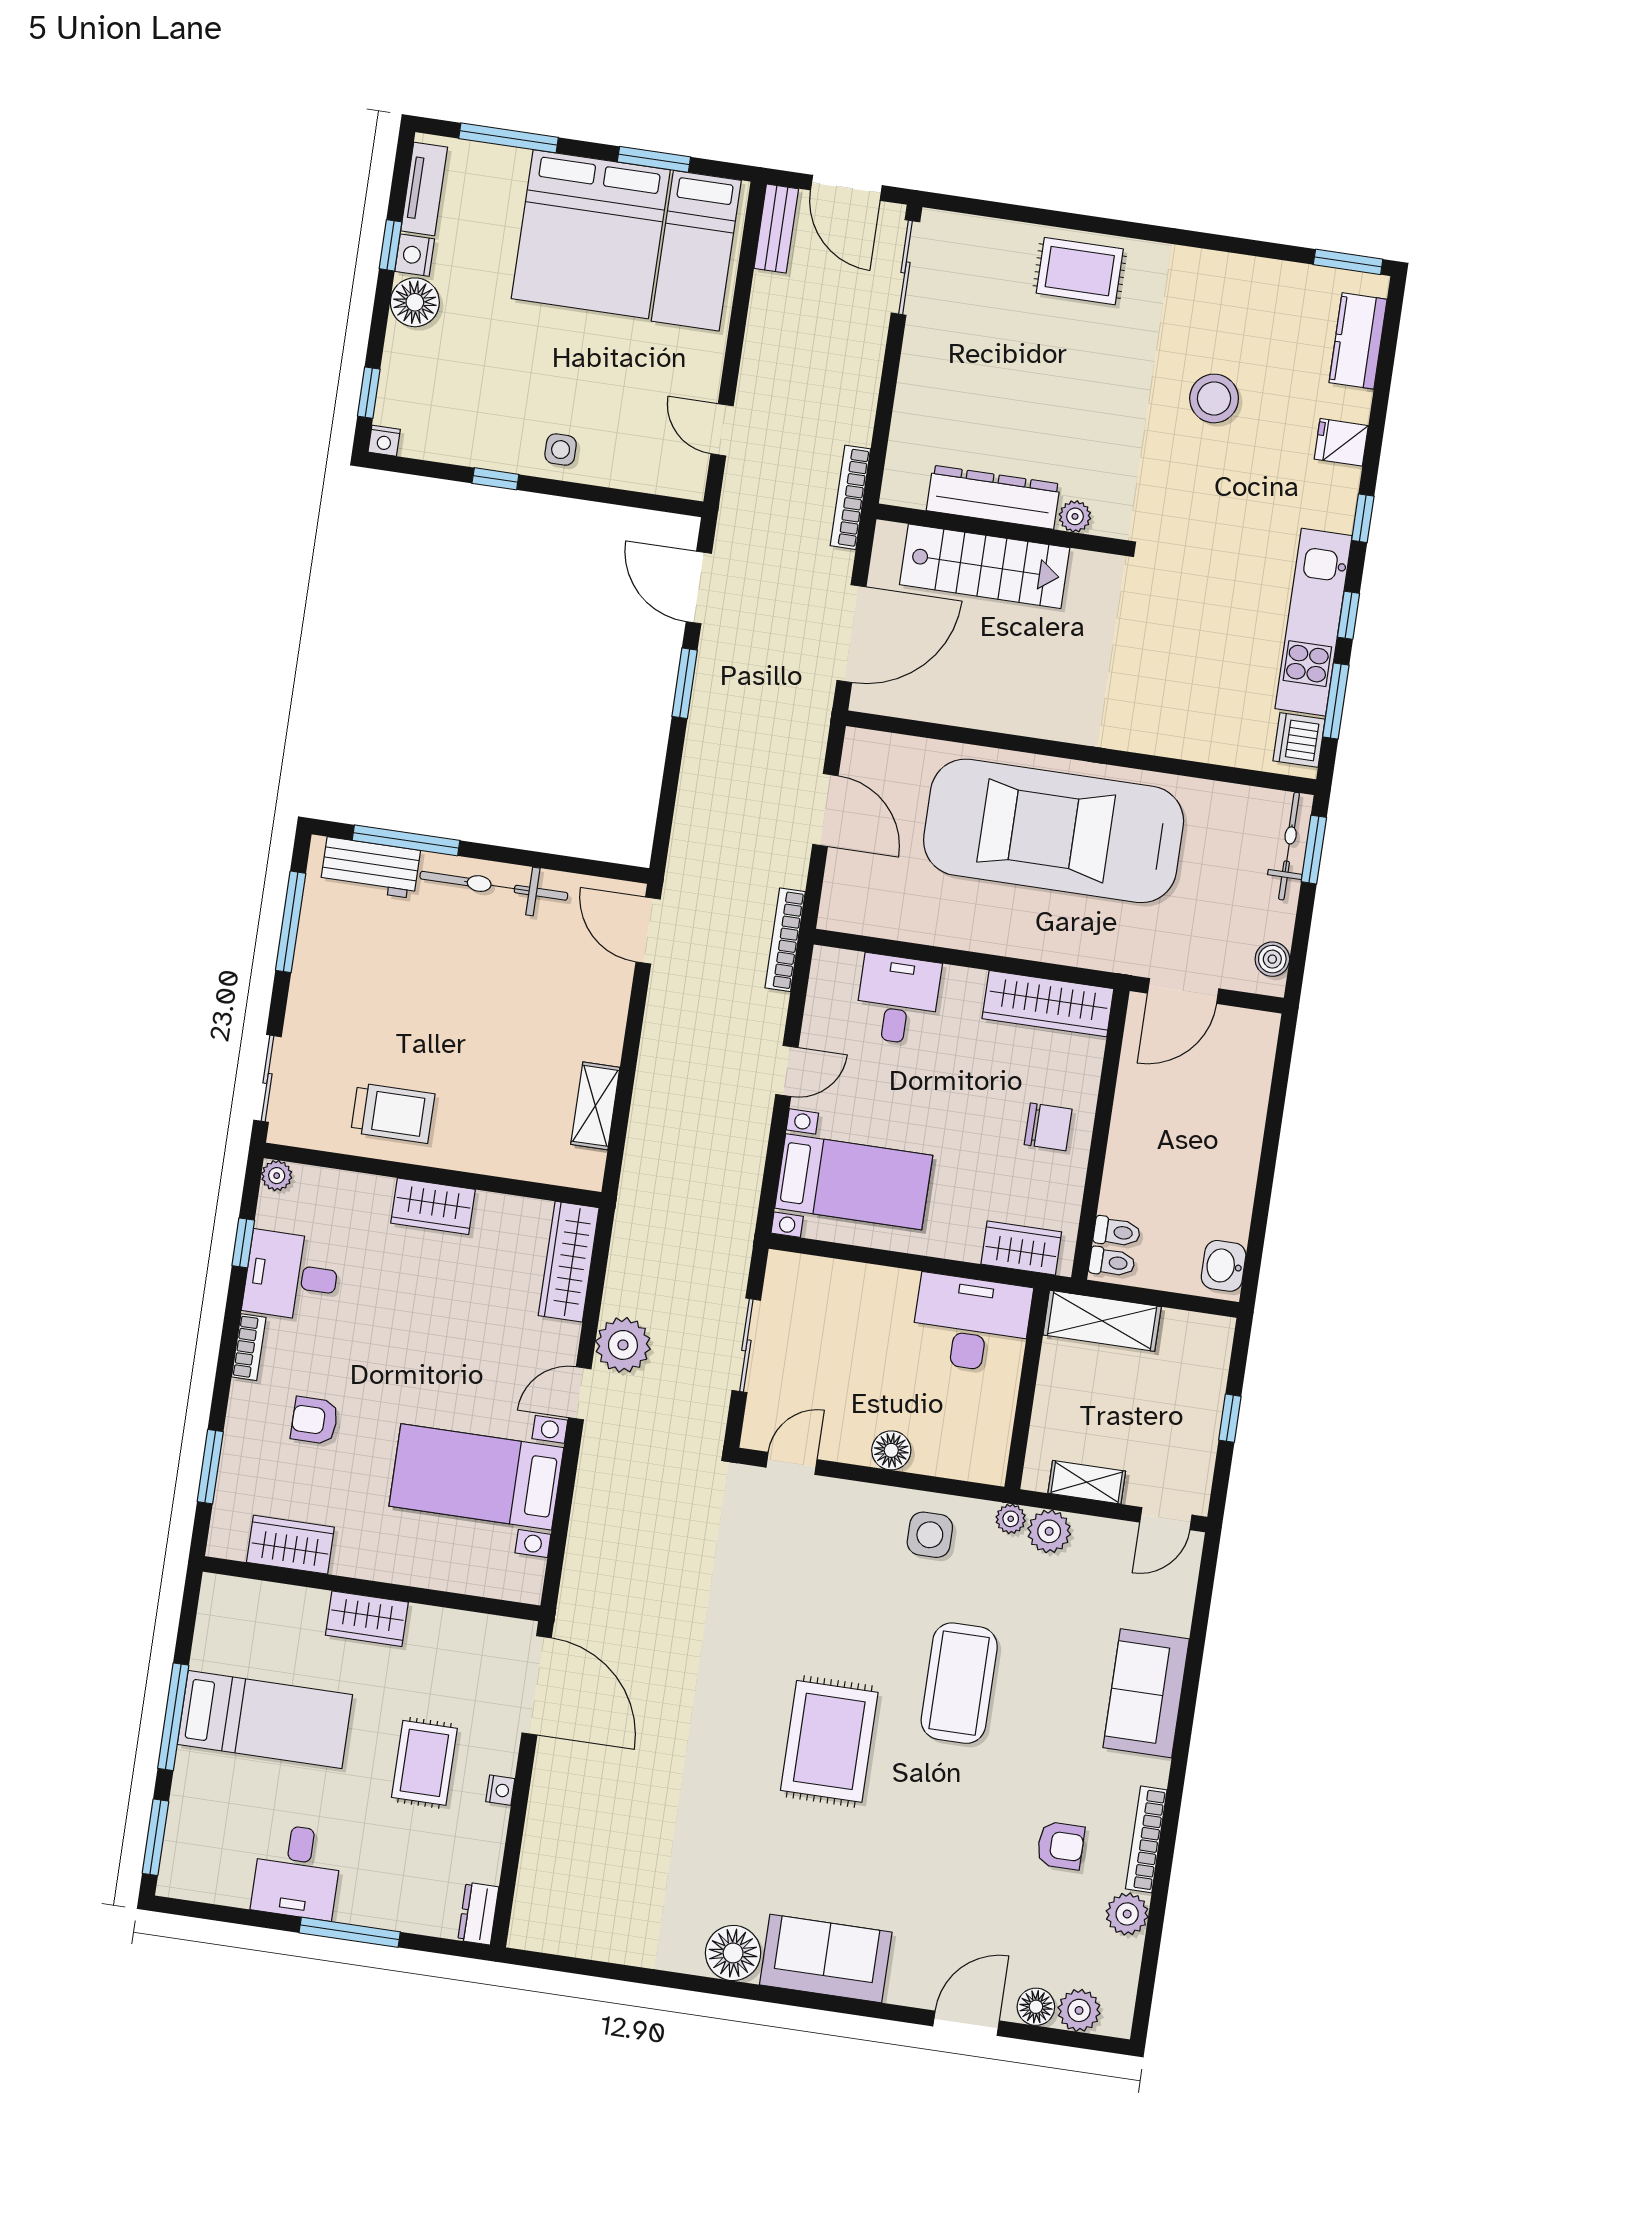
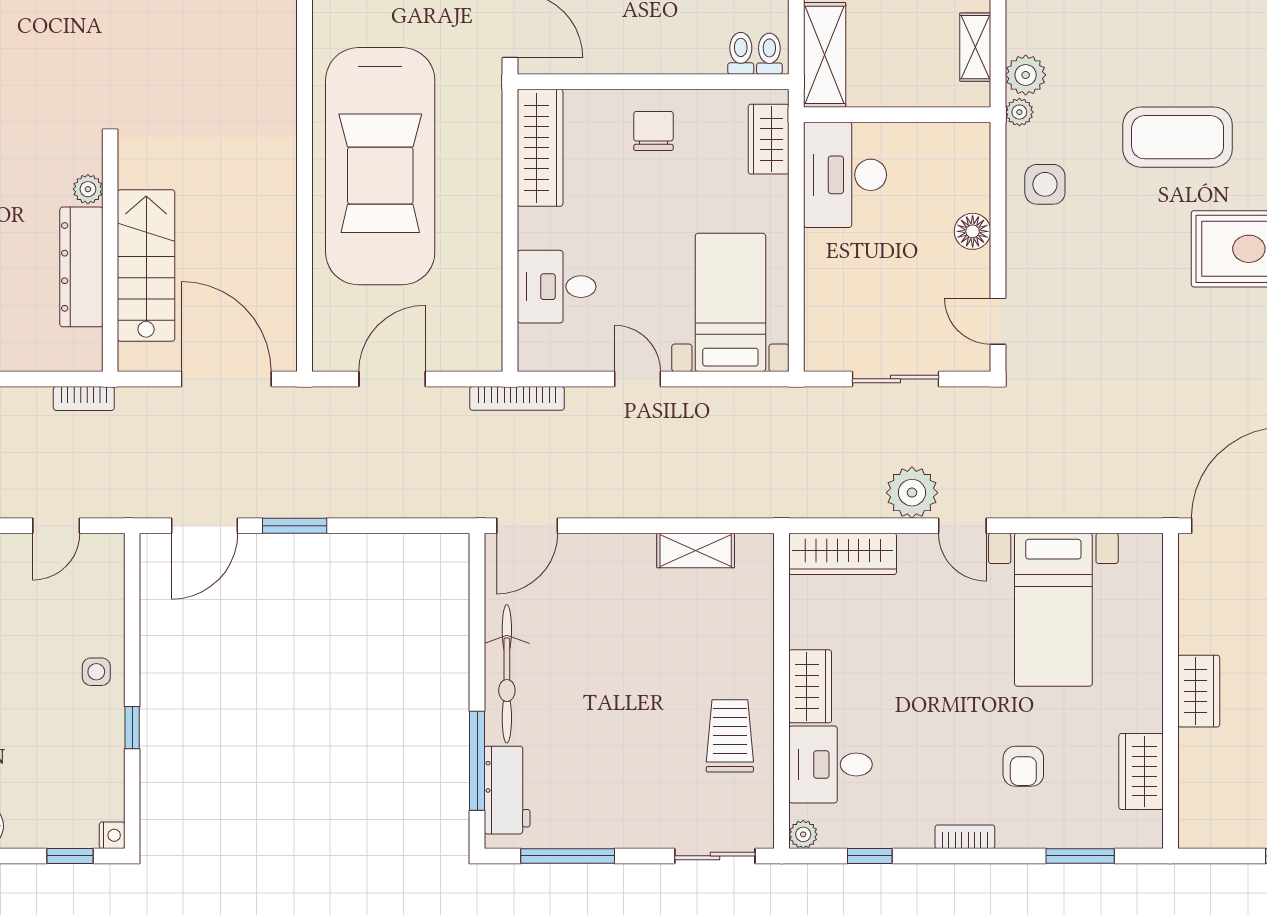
bookcase: (850, 497) -> (84, 398), width x0.64
desk: (291, 1276) -> (830, 764), moved, turned 90

